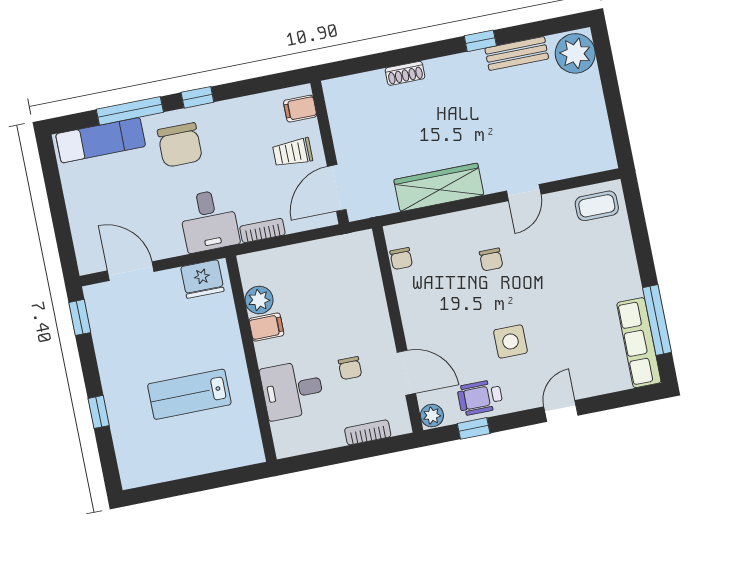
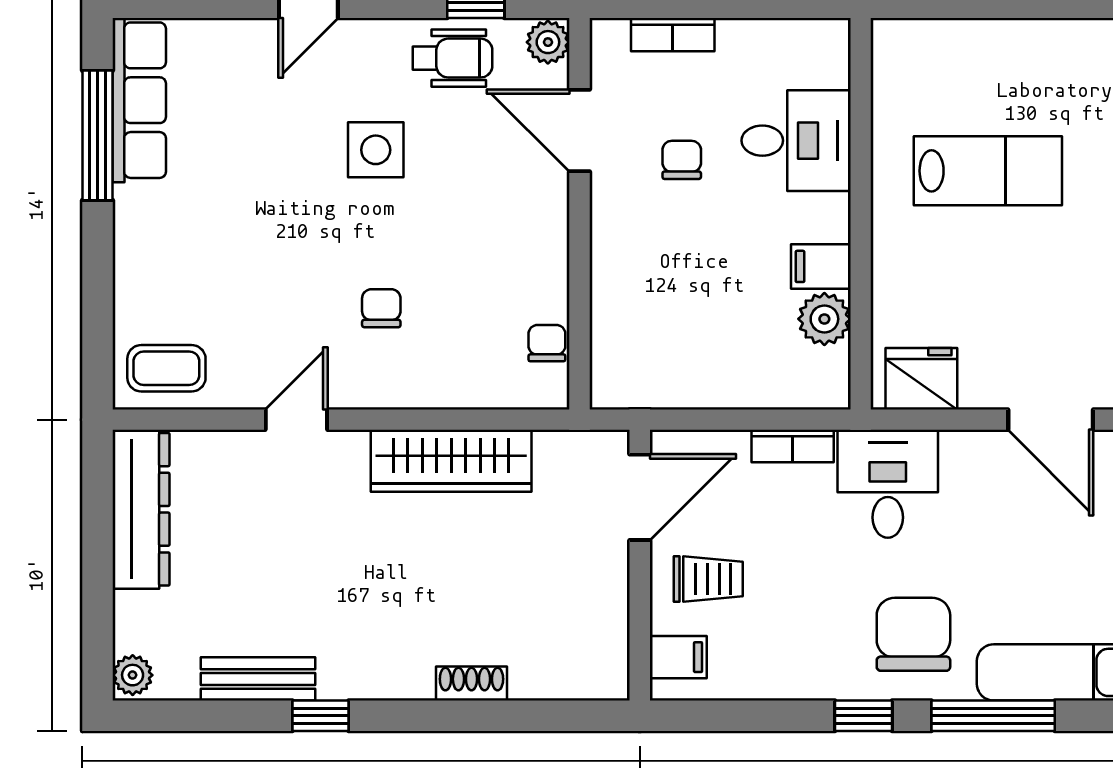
plant: (575, 53) -> (133, 675), width x0.53, depth x0.53
dresser: (595, 130) -> (141, 509), added

